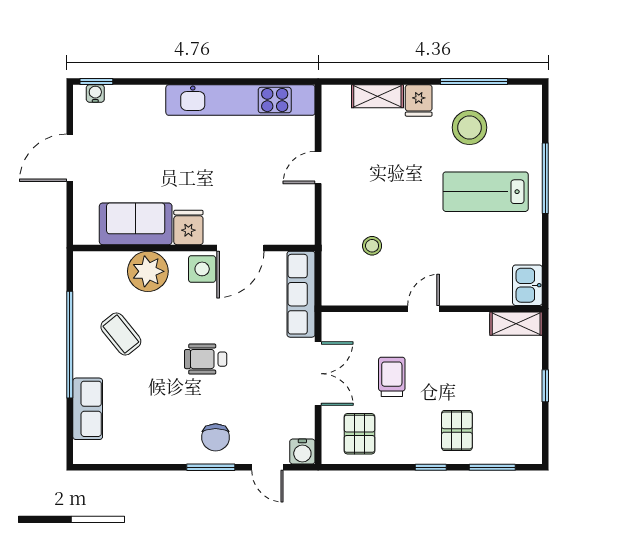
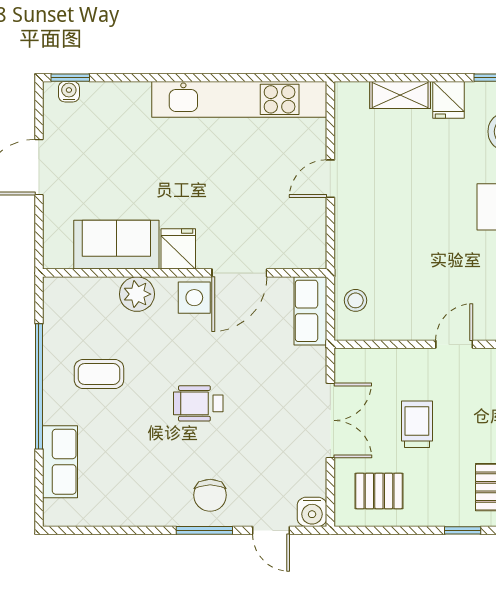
stool: (372, 246) -> (356, 300), moved
plant: (148, 271) -> (137, 294), width x0.73, depth x0.73
row of seats: (301, 294) -> (310, 311), width x0.68
coffee table: (121, 334) -> (99, 374), turned -51
pallet: (359, 434) -> (379, 491), turned 90

